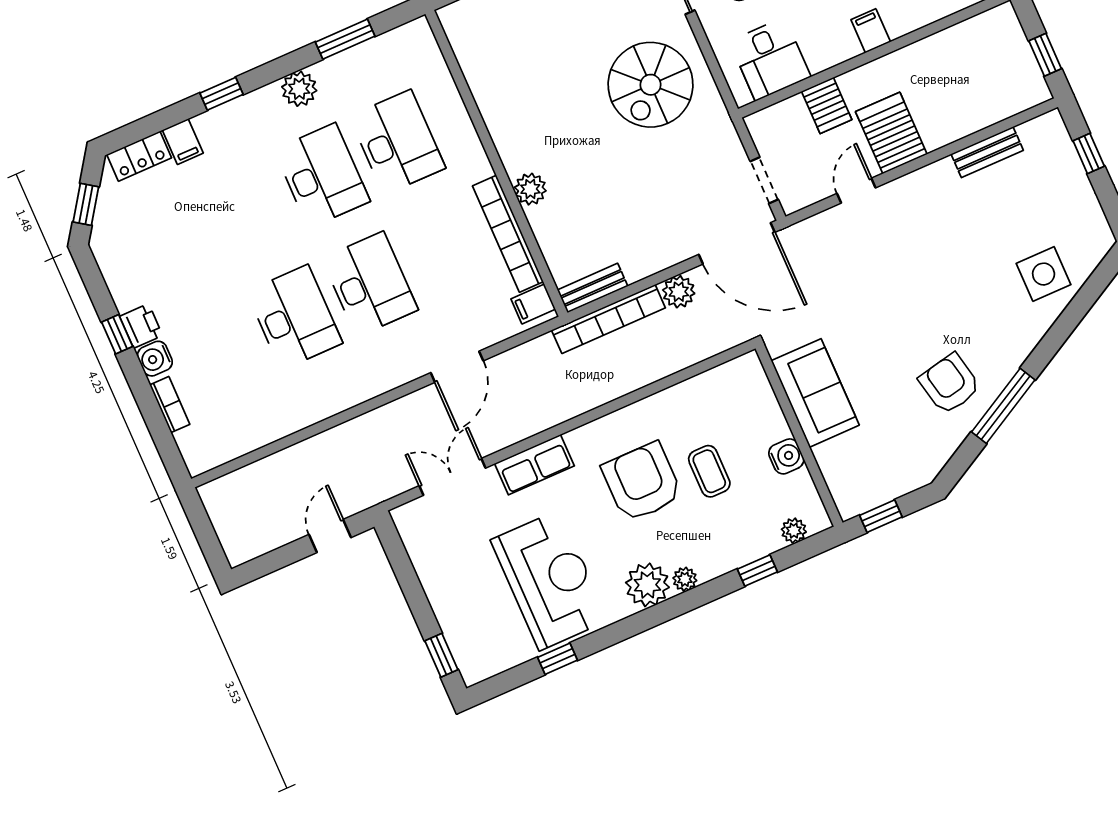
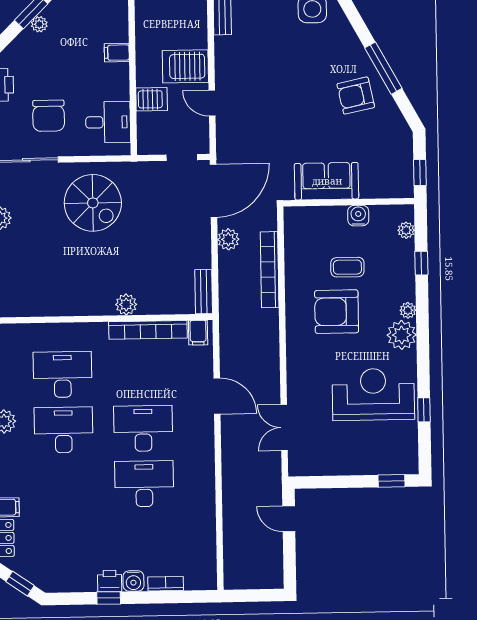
bookcase: (608, 319) -> (270, 270), moved, turned 180
row of seats: (534, 465) -> (298, 374), removed

